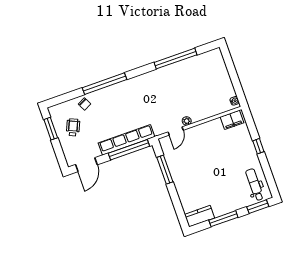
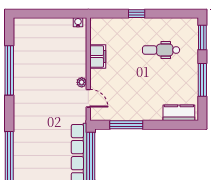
filing cabinet: (232, 120) -> (98, 57), moved
dental chair: (255, 185) -> (161, 50), moved
kitchen counter: (199, 216) -> (179, 113), moved, turned 90

